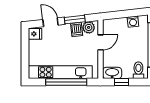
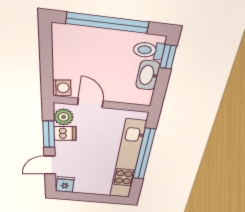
washing machine: (133, 22) -> (62, 88), moved
washbasin: (112, 73) -> (148, 75), moved
window: (122, 82) -> (168, 57), moved

